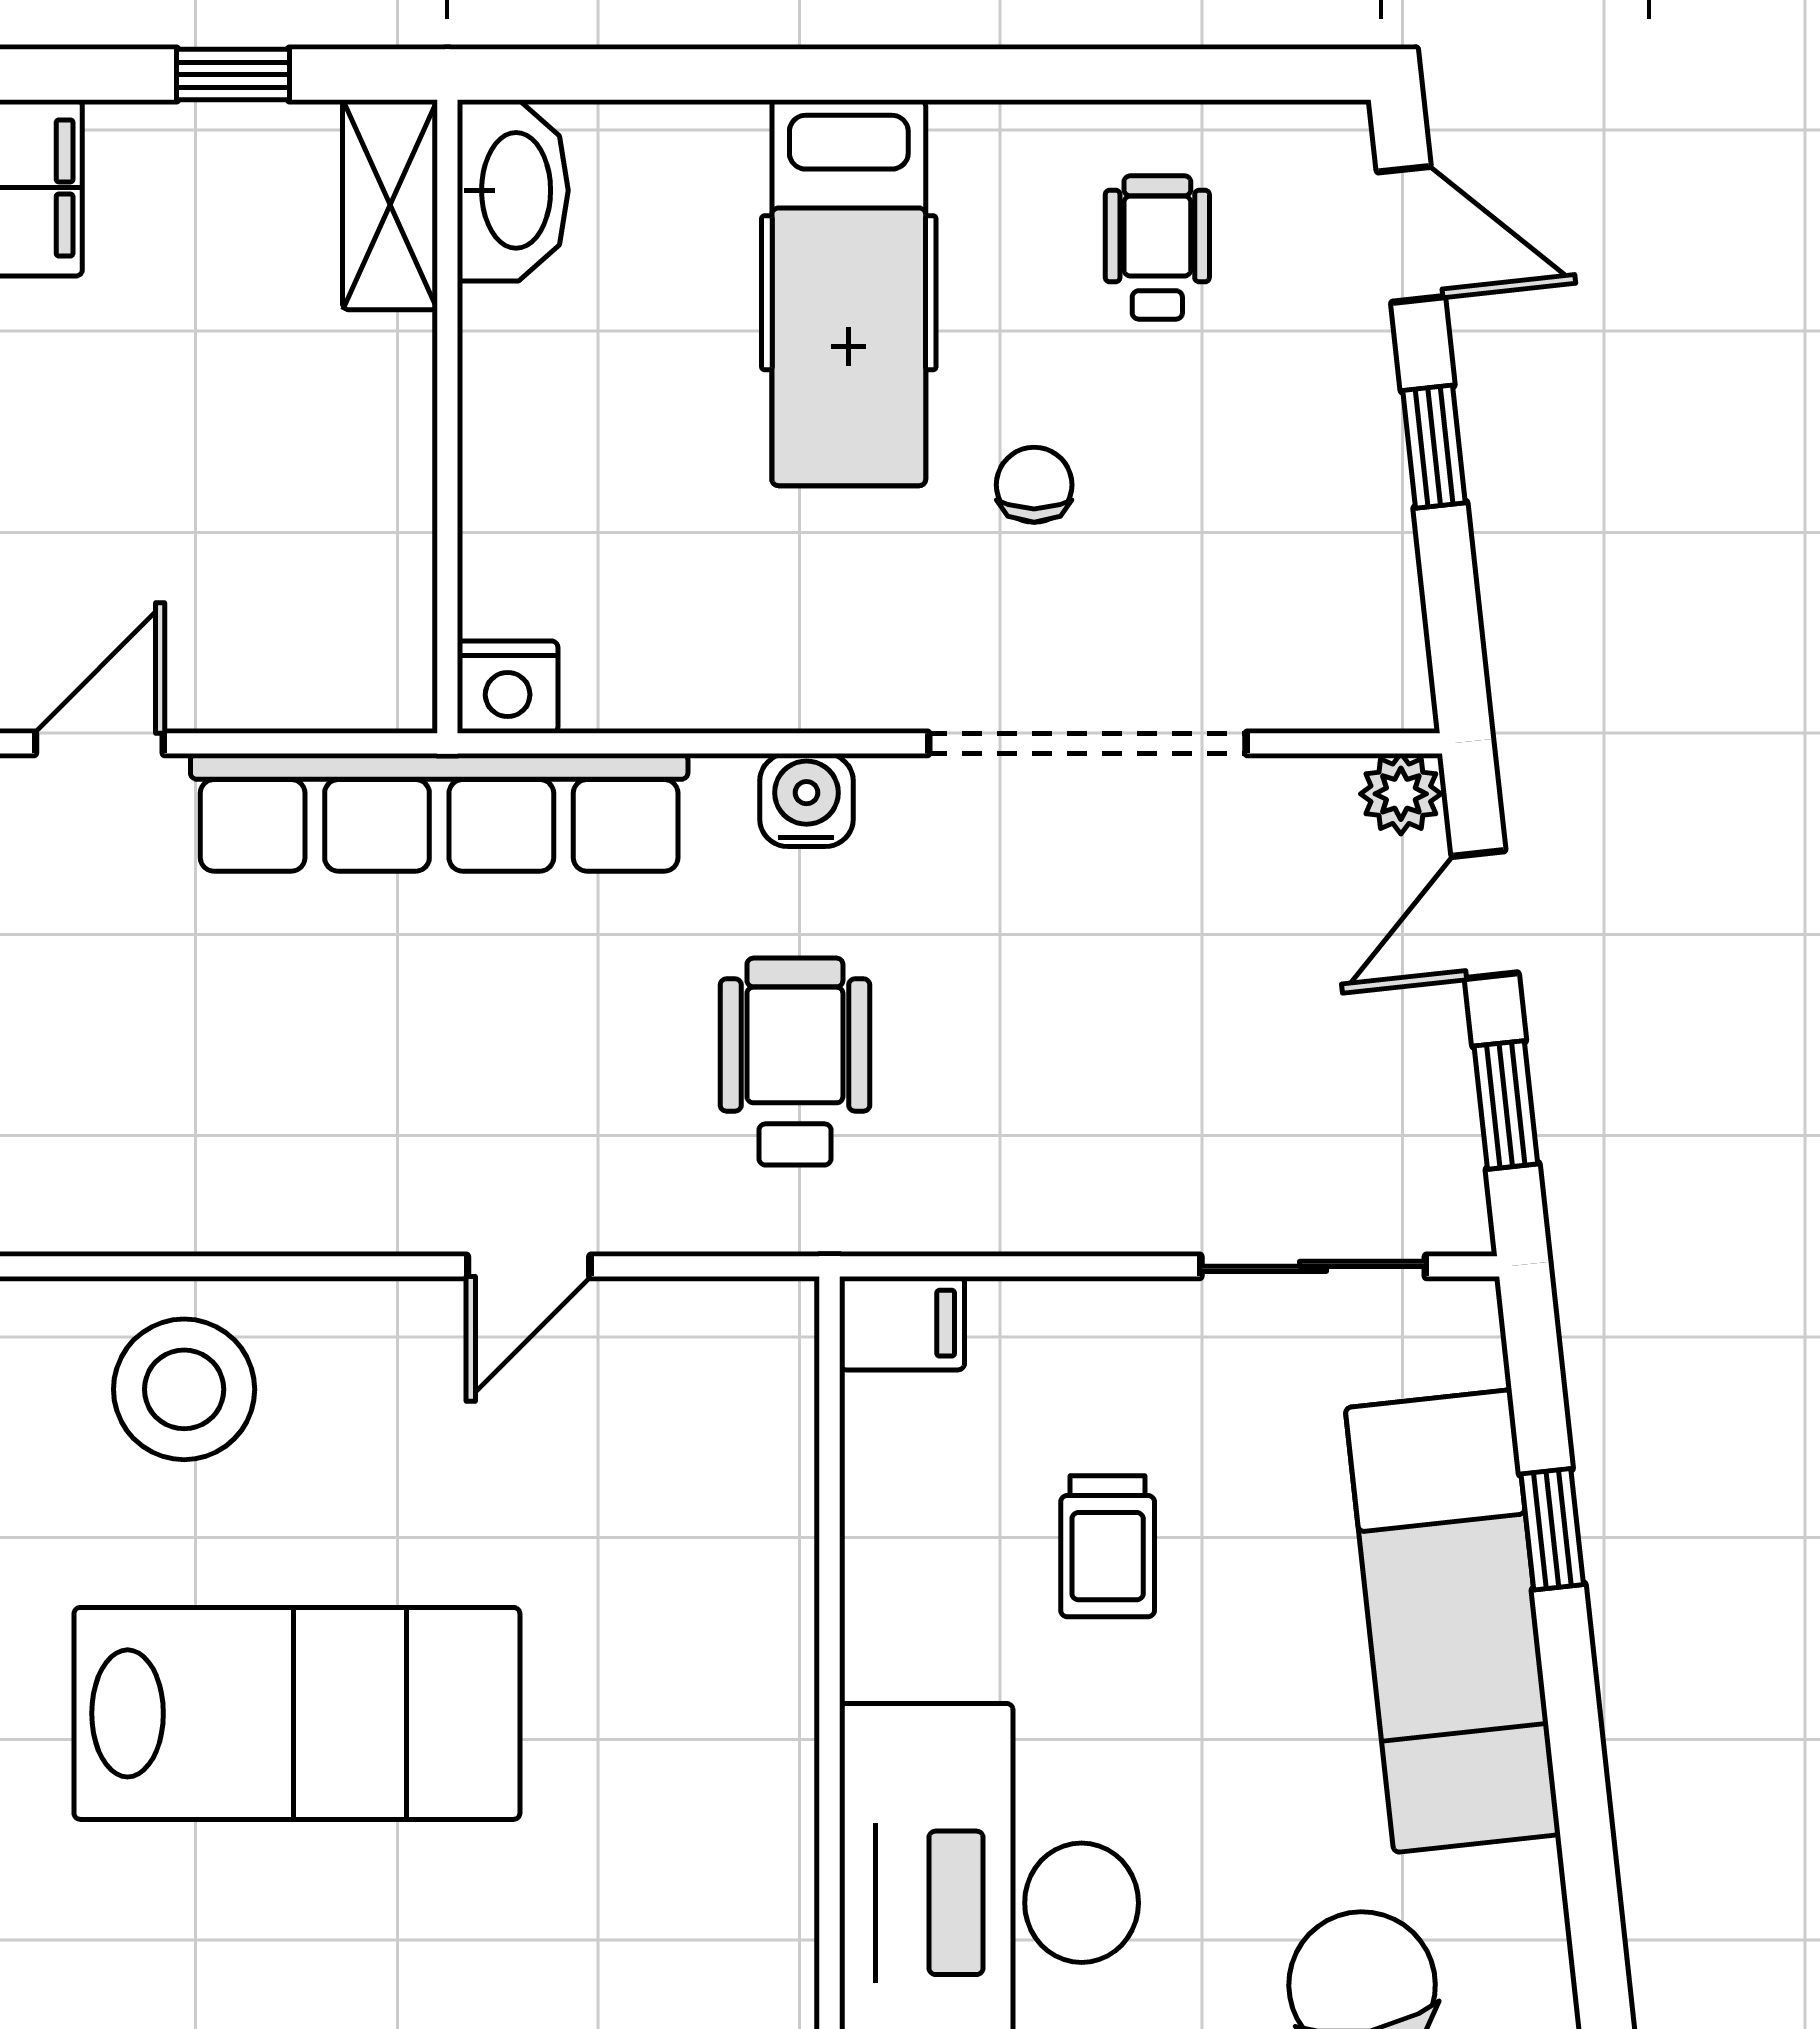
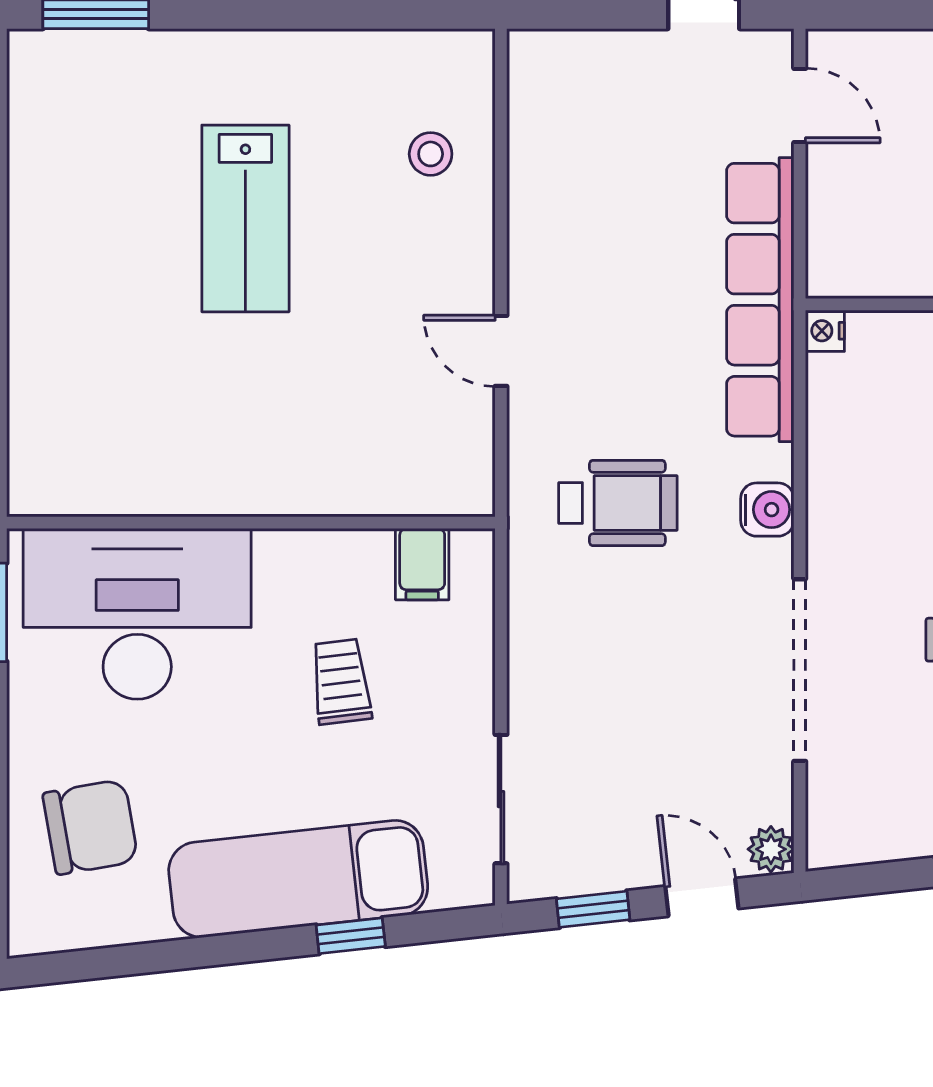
nightstand: (508, 687) -> (825, 331), width x0.72, depth x0.74
filing cabinet: (902, 1323) -> (422, 564), moved
stool: (184, 1389) -> (431, 154), width x0.53, depth x0.53
trolley: (1108, 1546) -> (341, 682), turned 83
lab bench: (297, 1713) -> (245, 218), width x0.73, depth x0.72

